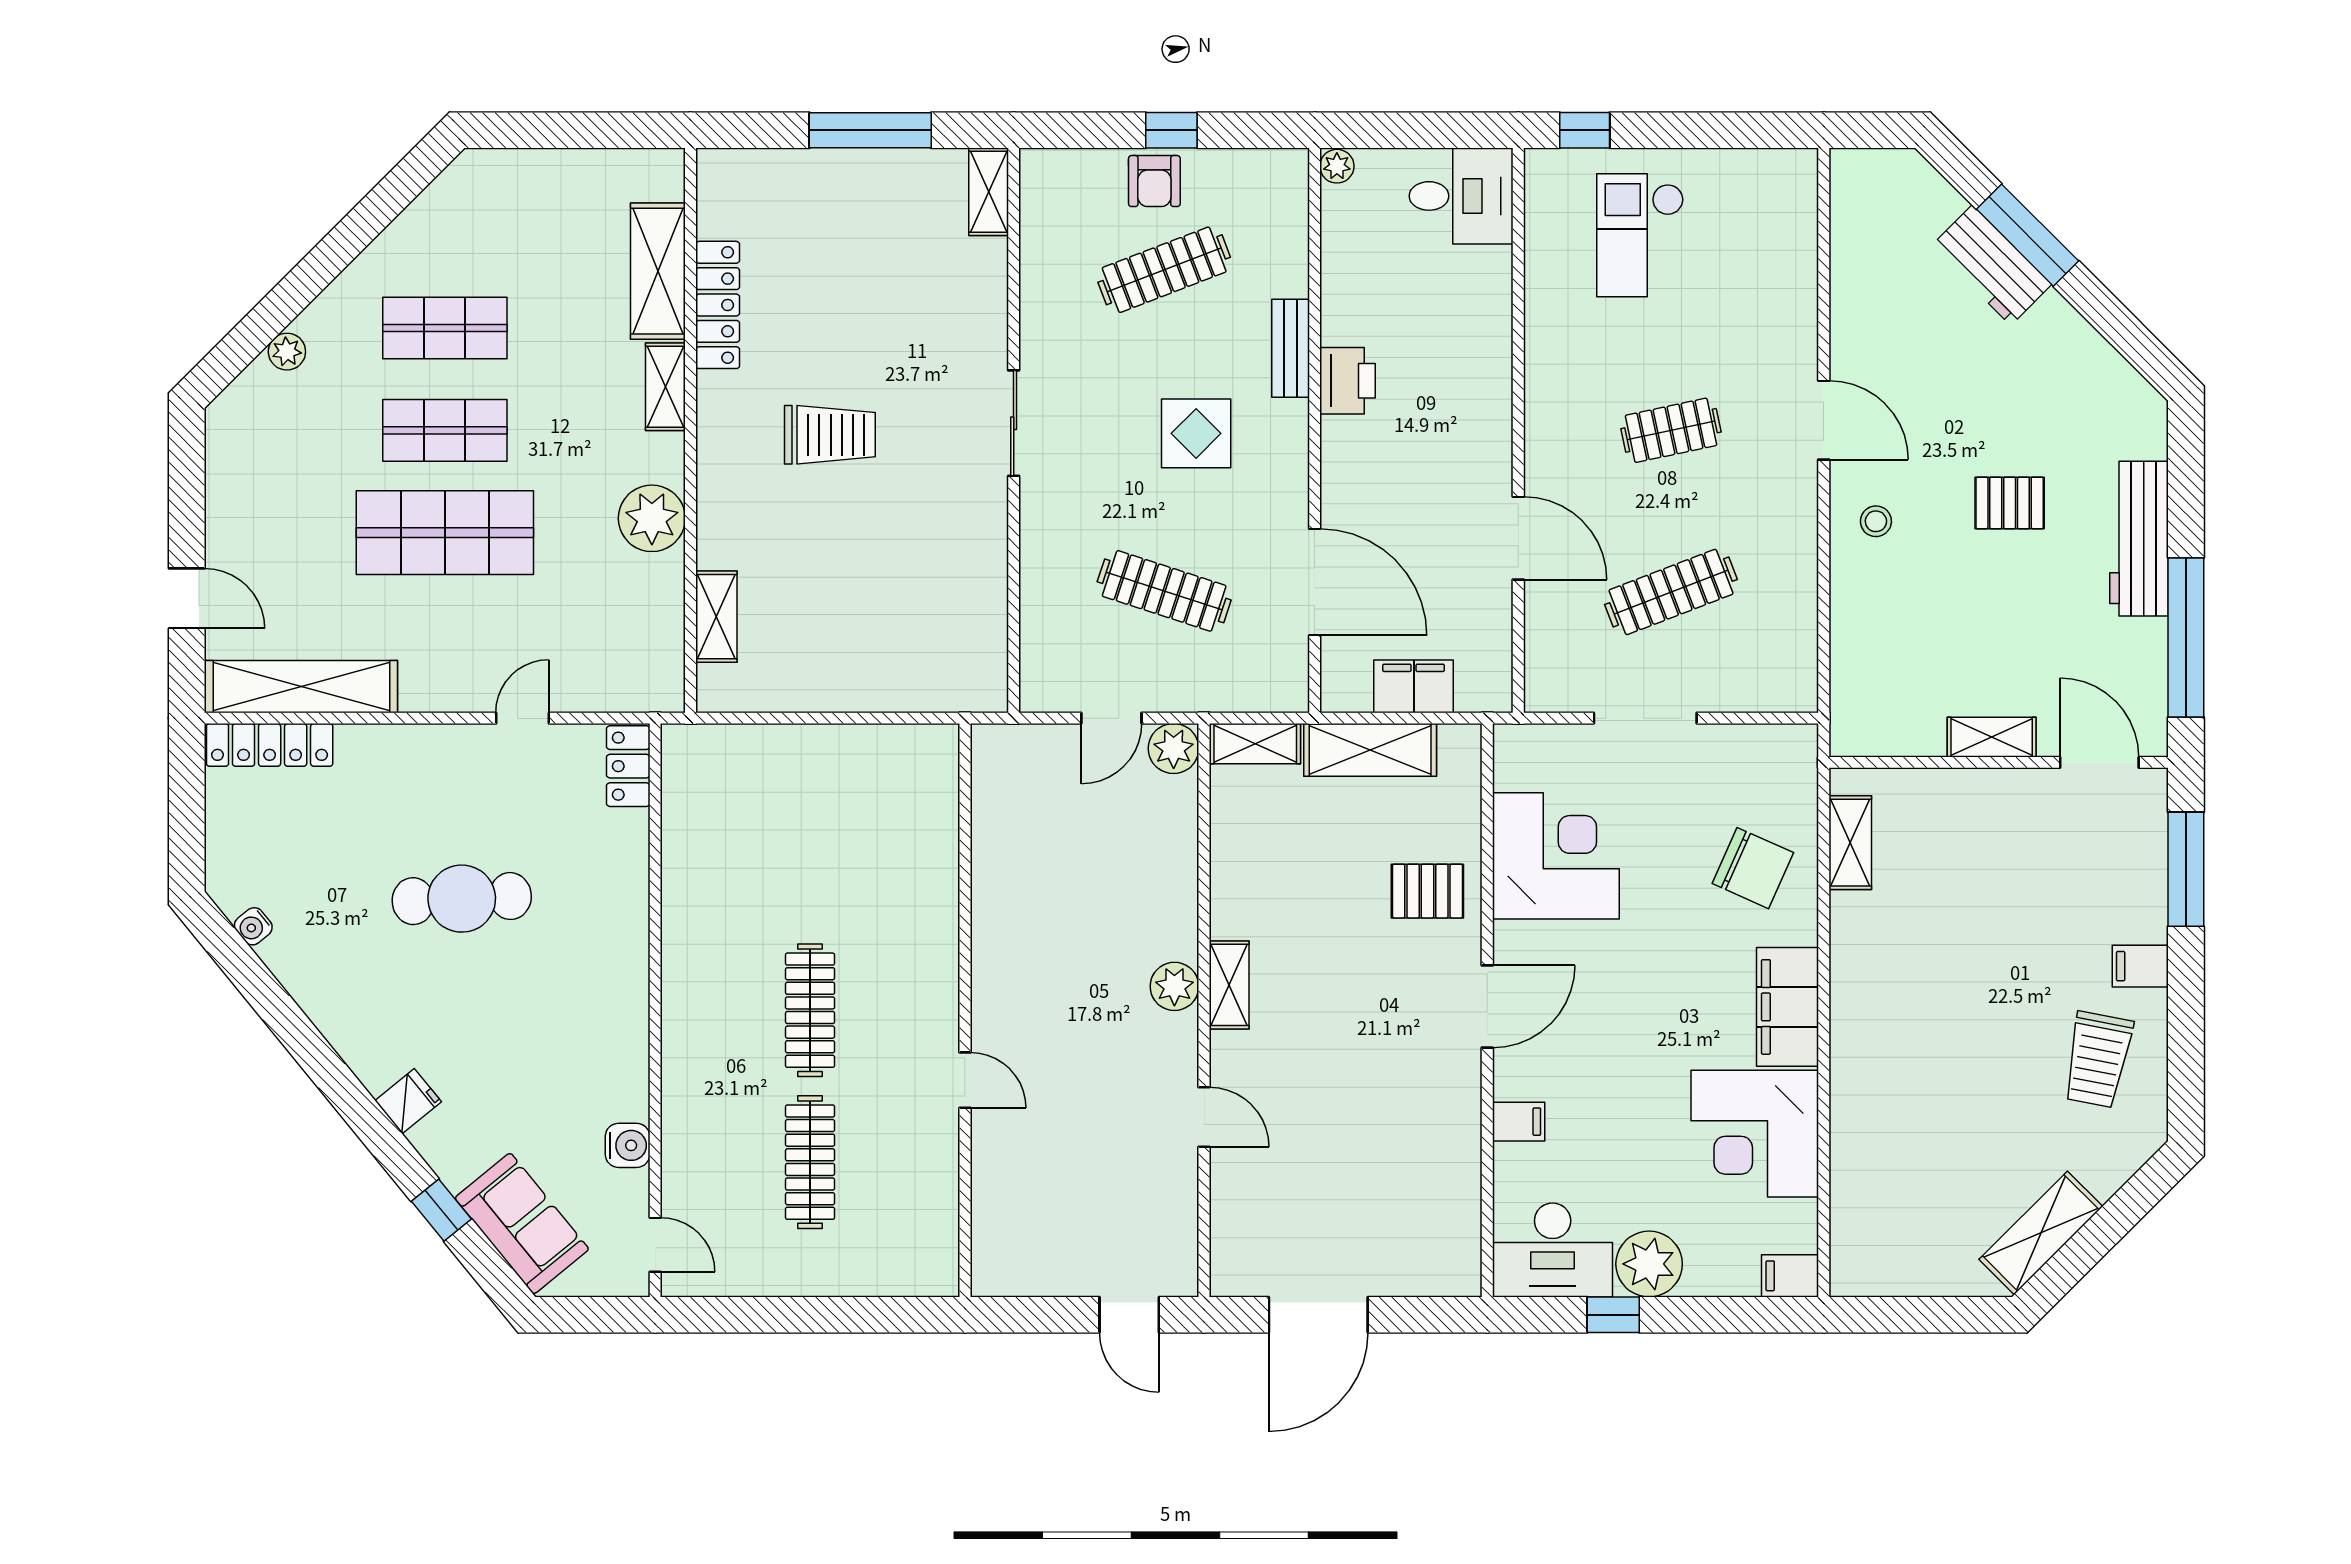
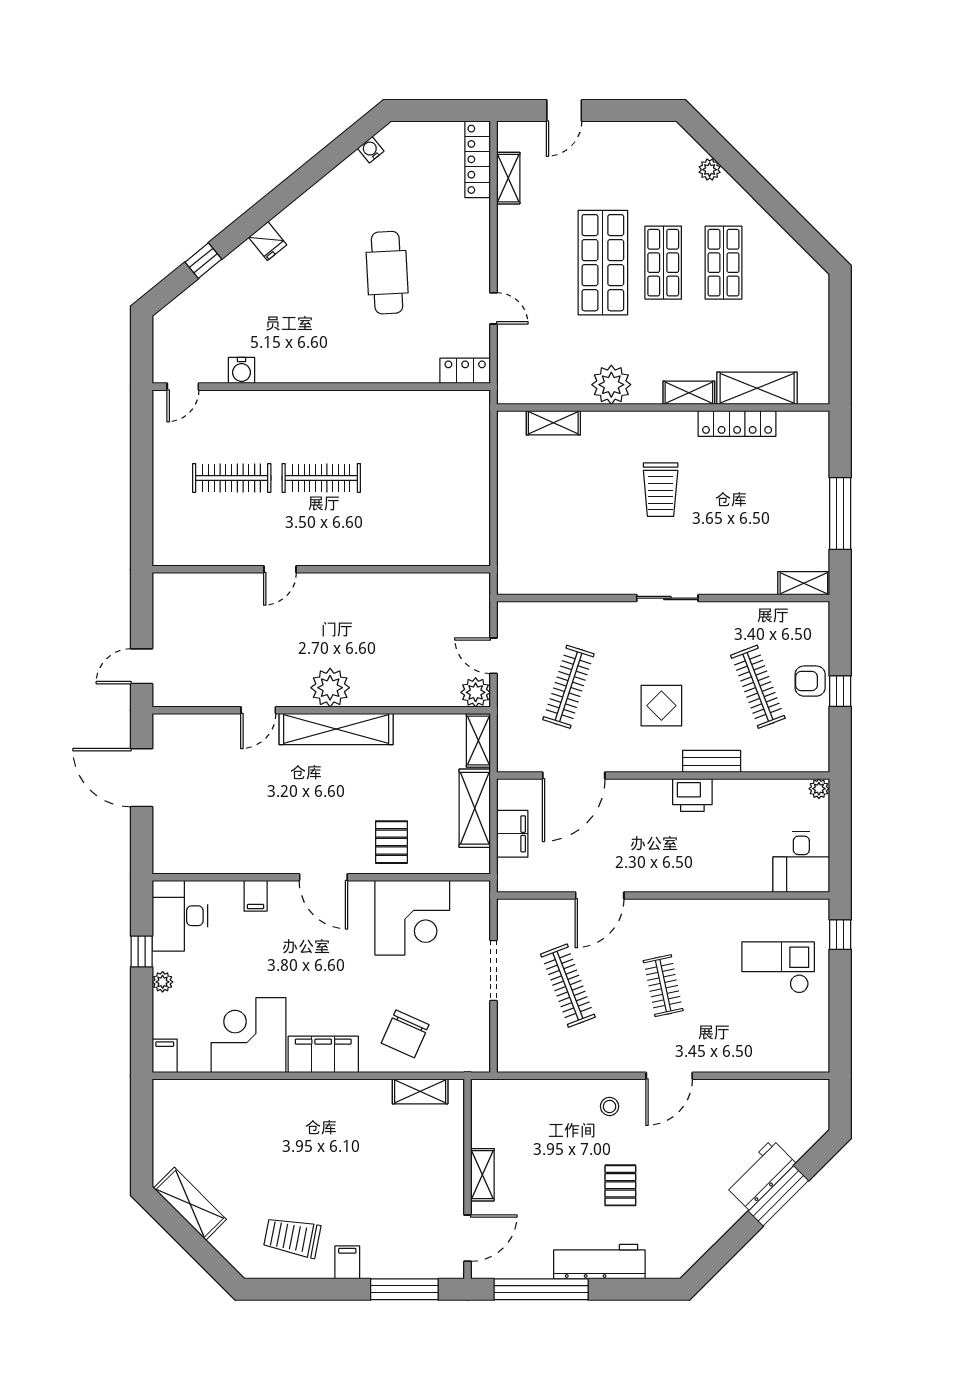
shelving: (301, 687) -> (508, 178), width x0.45, depth x0.75
shelving: (1229, 985) -> (336, 729), width x2.20, depth x1.33
plant: (1174, 986) -> (330, 688), width x1.36, depth x1.36
sofa: (522, 1224) -> (195, 308), removed
plant: (1649, 1264) -> (163, 982), width x0.53, depth x0.53

